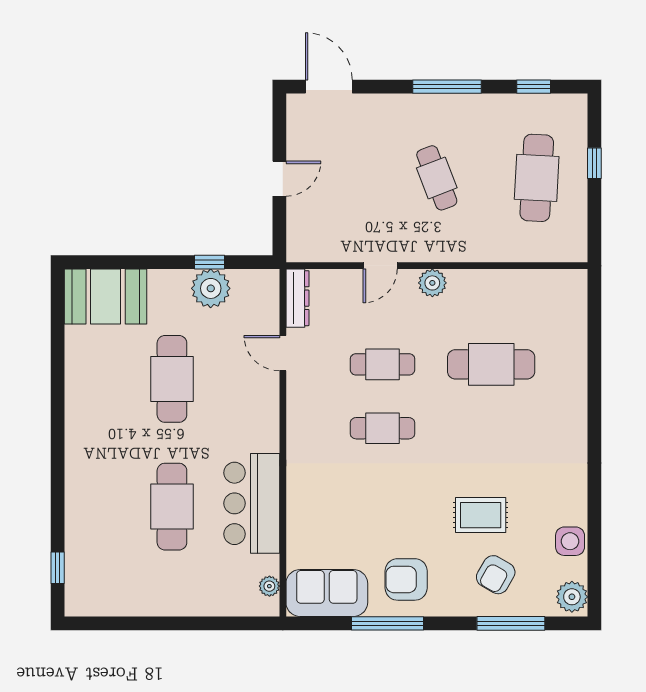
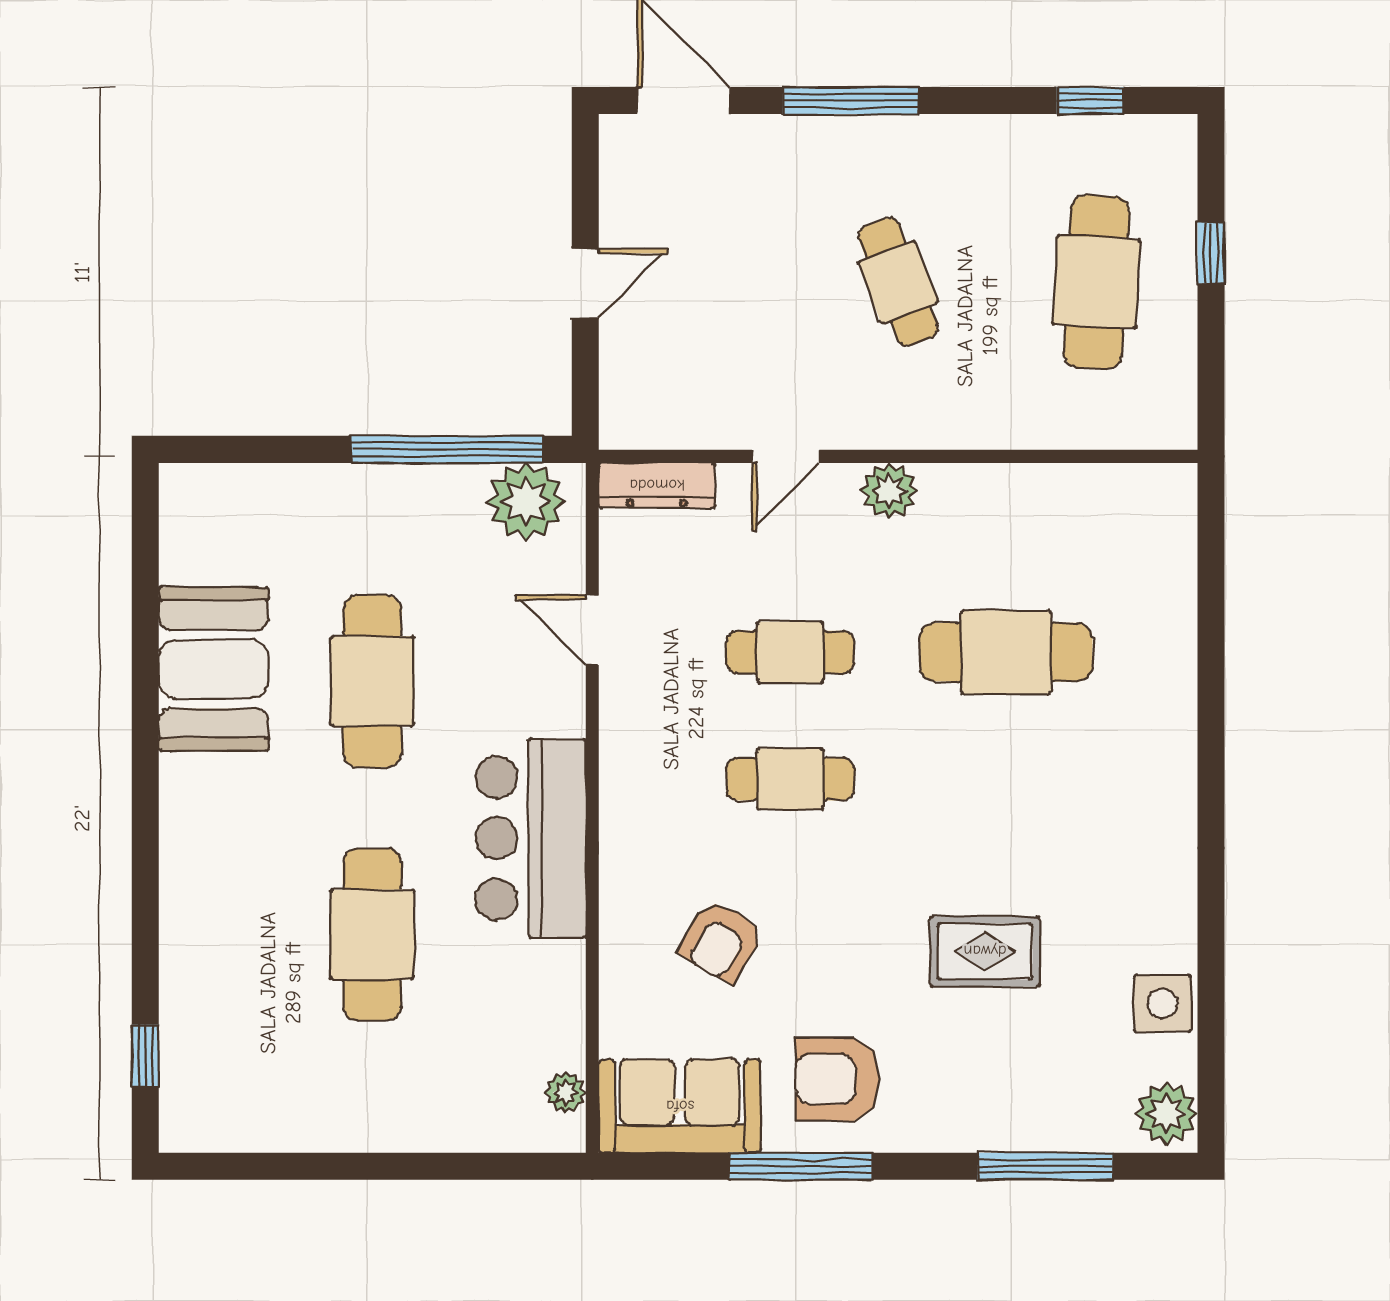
window: (447, 87) -> (851, 101), moved
window: (210, 262) -> (447, 449), width x3.17
plant: (211, 288) -> (526, 501), moved
booth: (106, 297) -> (214, 669), moved, turned 90
dresser: (297, 298) -> (657, 485), moved, turned 90
bar counter: (252, 503) -> (531, 838), moved
armchair: (496, 575) -> (721, 941), moved

